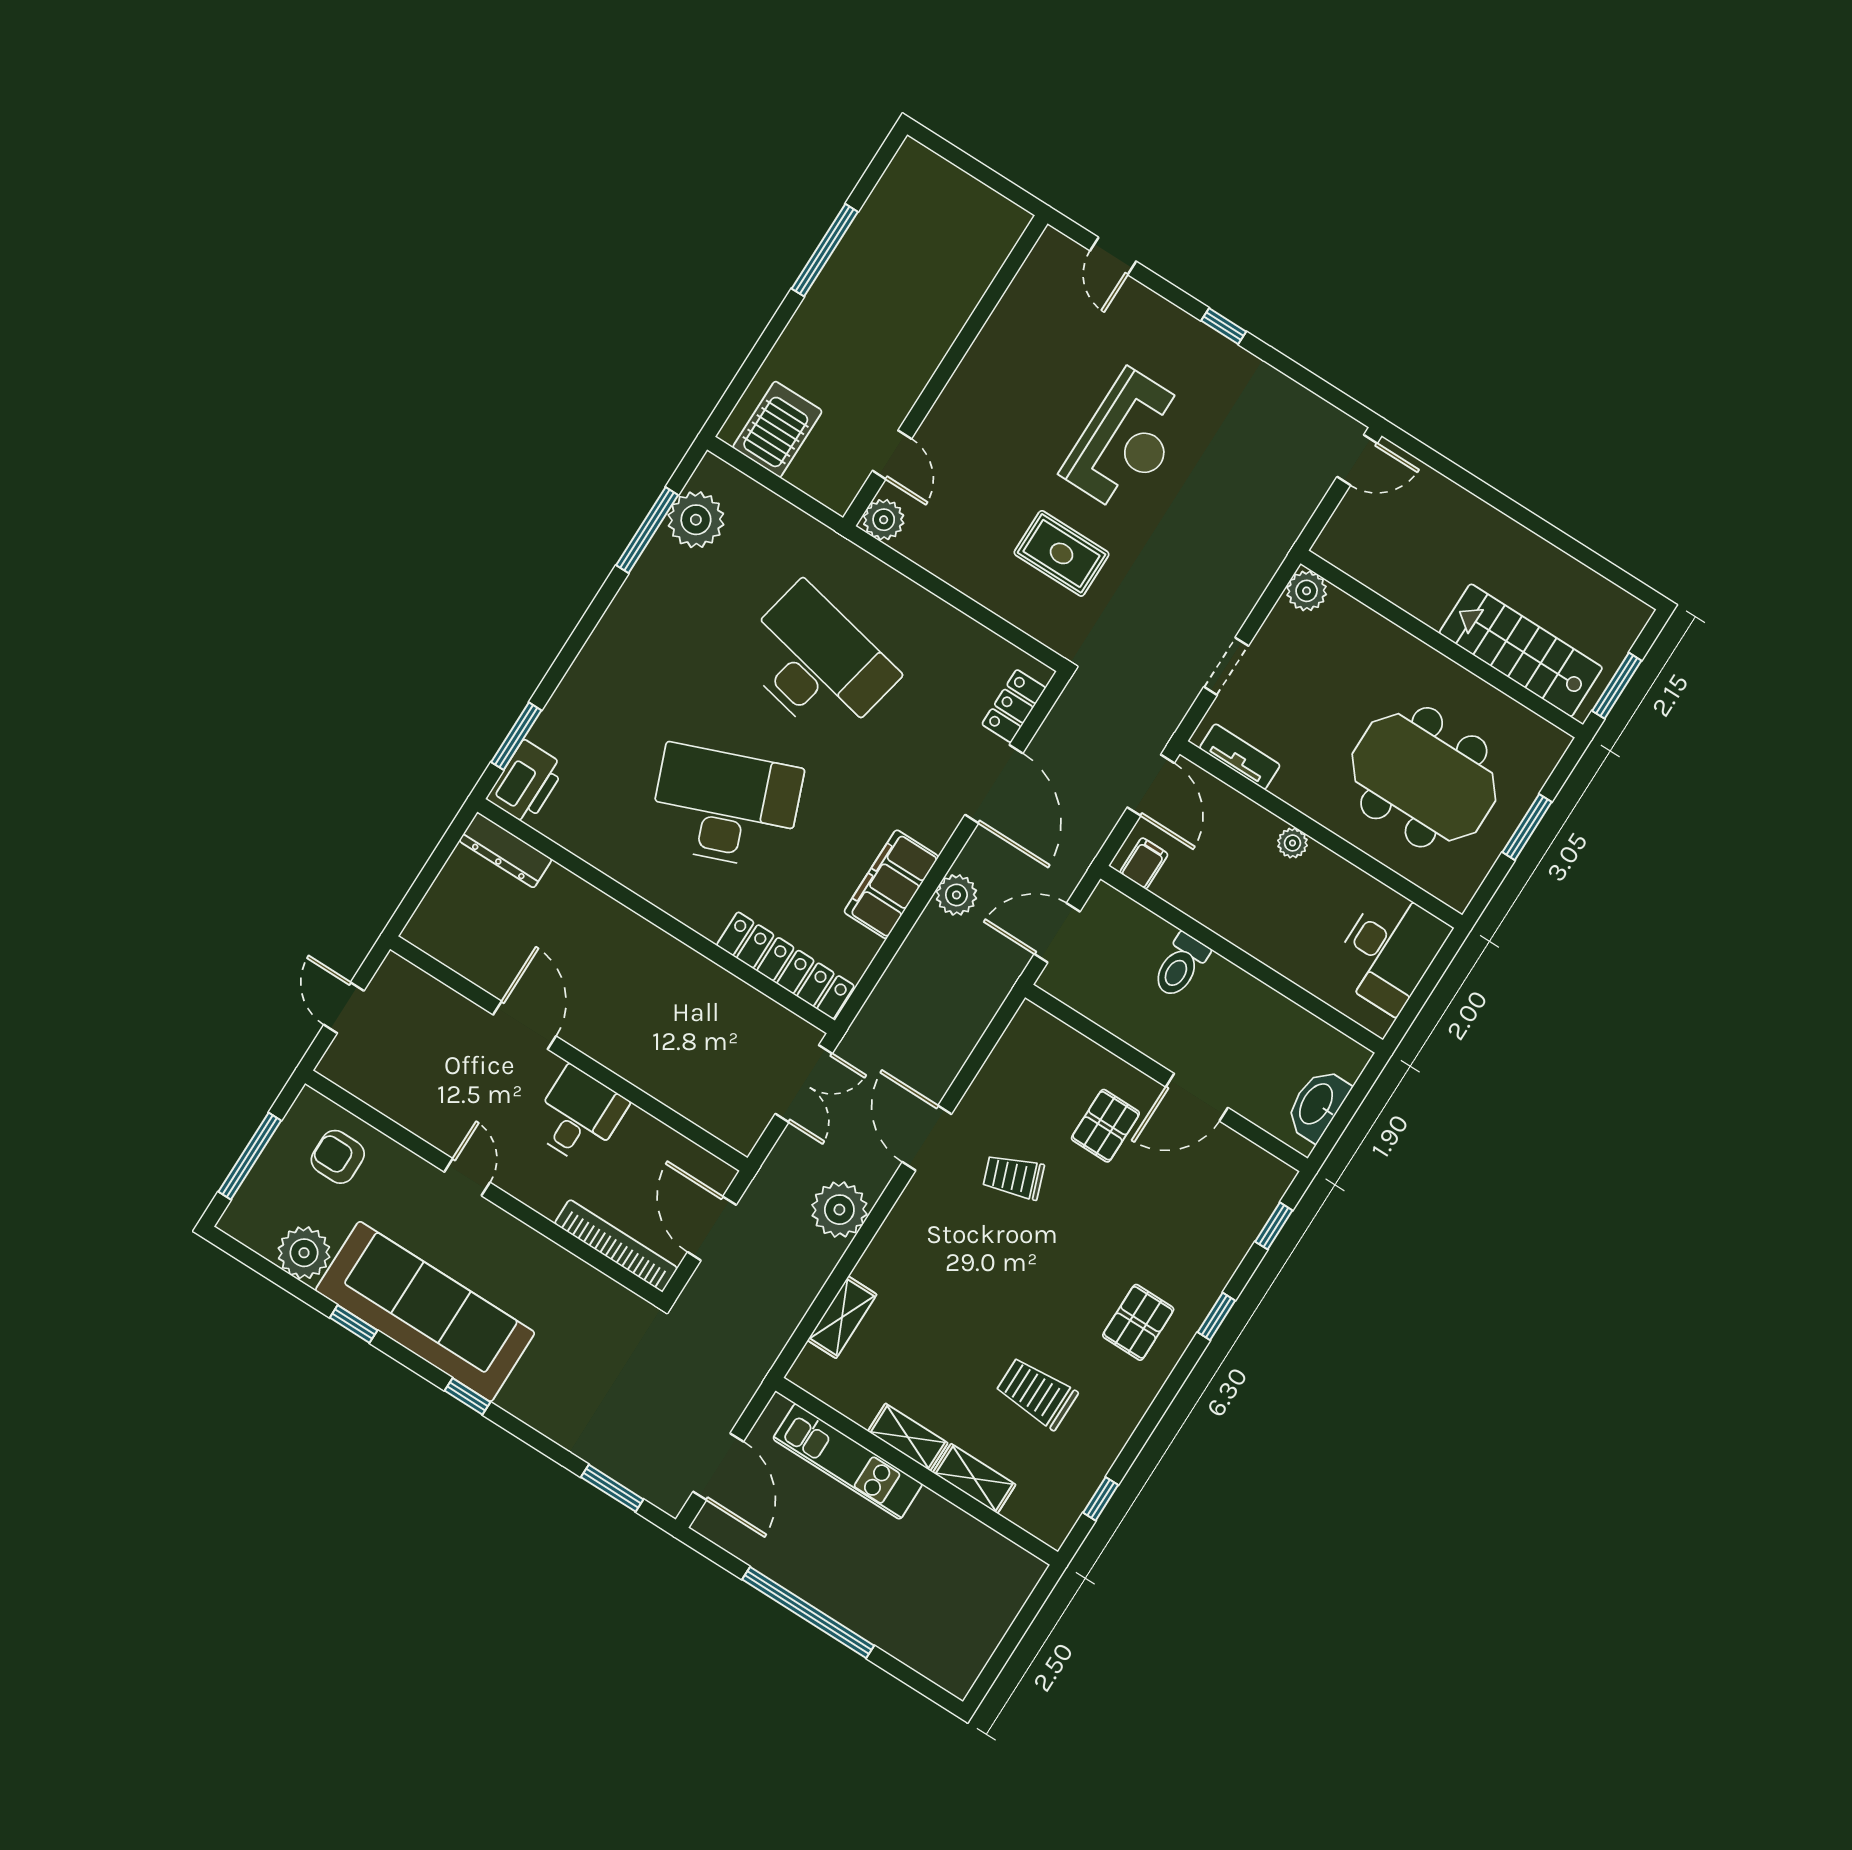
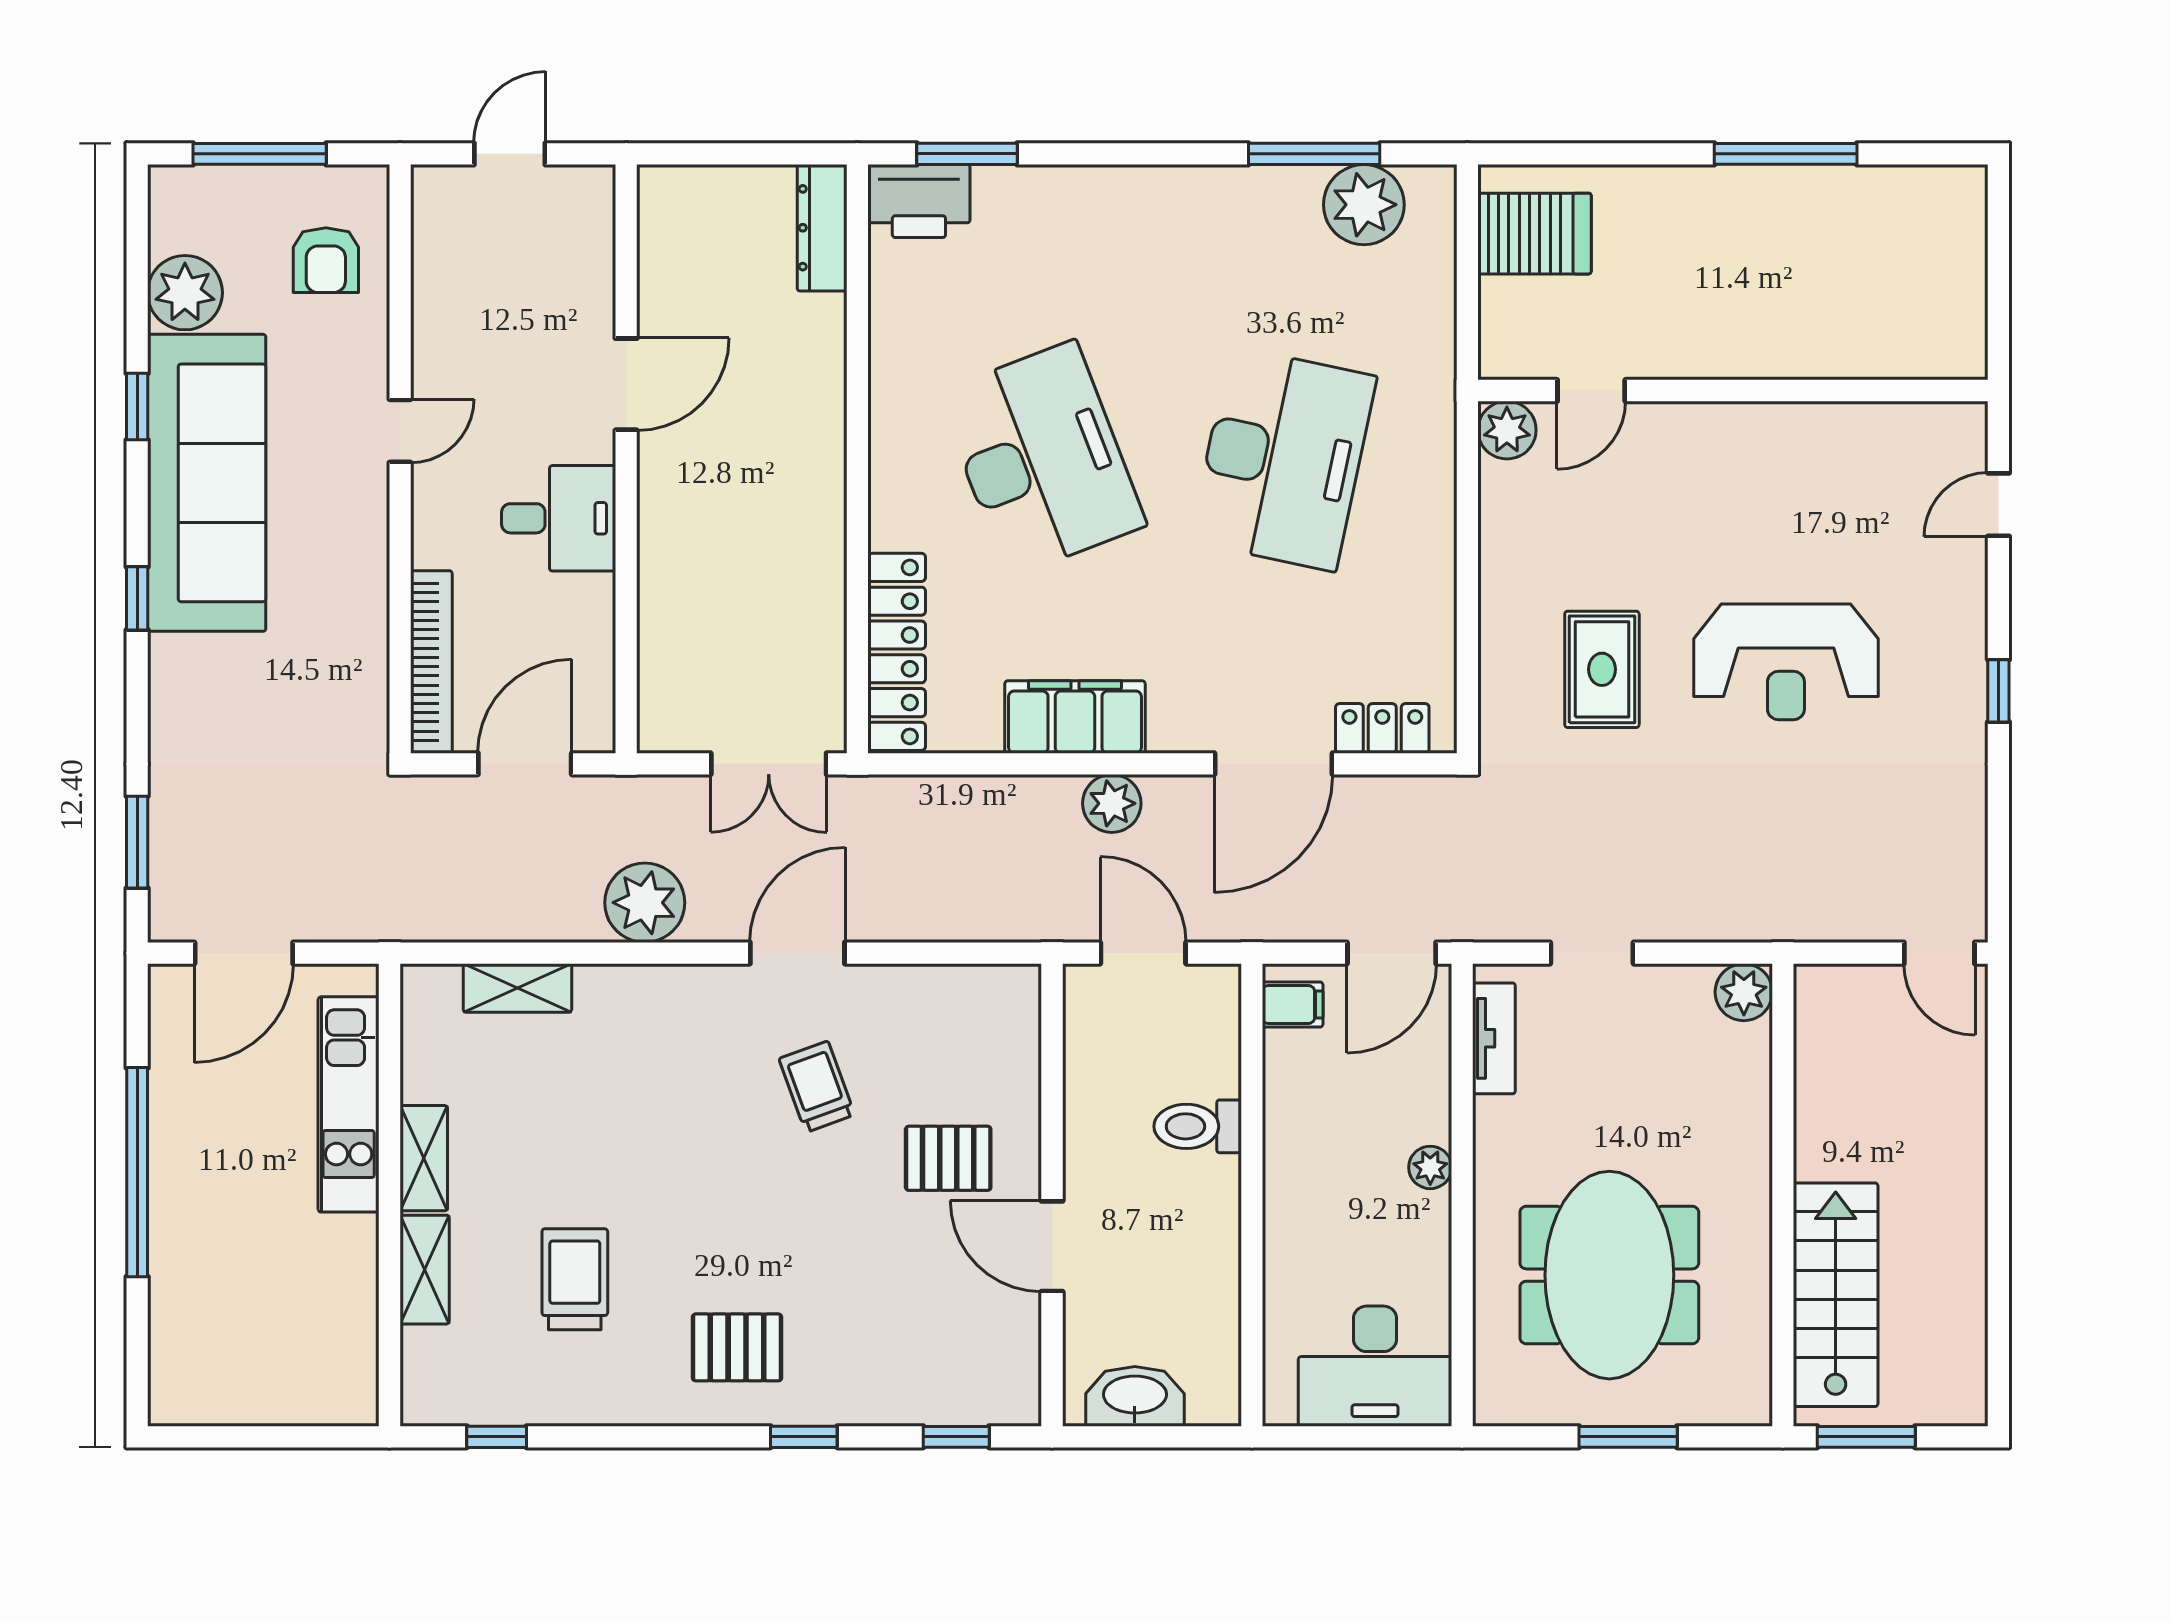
armchair: (338, 1157) -> (326, 260), turned 180

